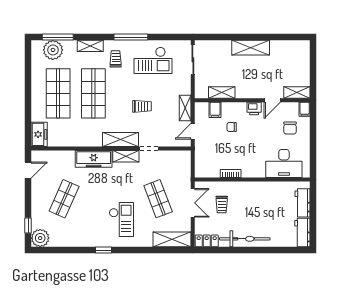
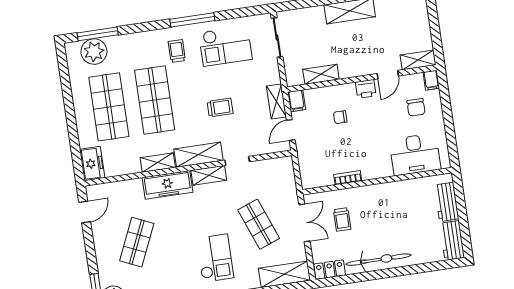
shelving: (90, 46) -> (158, 163), moved
filing cabinet: (215, 110) -> (297, 101), moved

